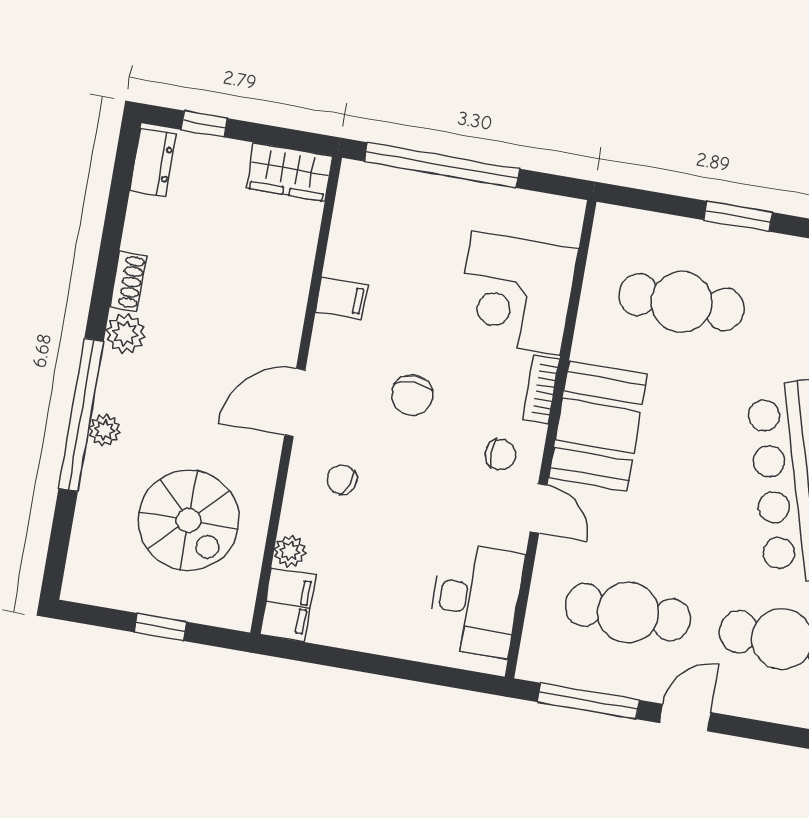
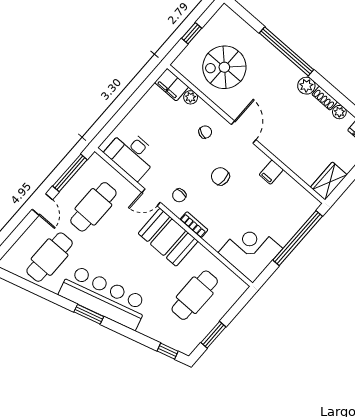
corner desk: (516, 293) -> (250, 251), moved
plant: (104, 430) -> (339, 112), moved

